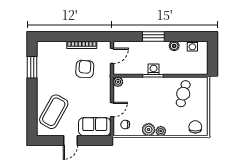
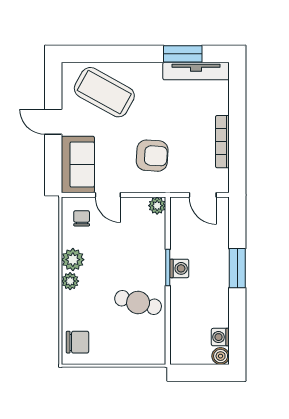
boiler: (174, 46) -> (221, 356), moved
tv unit: (42, 60) -> (196, 71), added
armchair: (85, 69) -> (152, 156), moved
cafe table: (183, 94) -> (138, 303), moved

